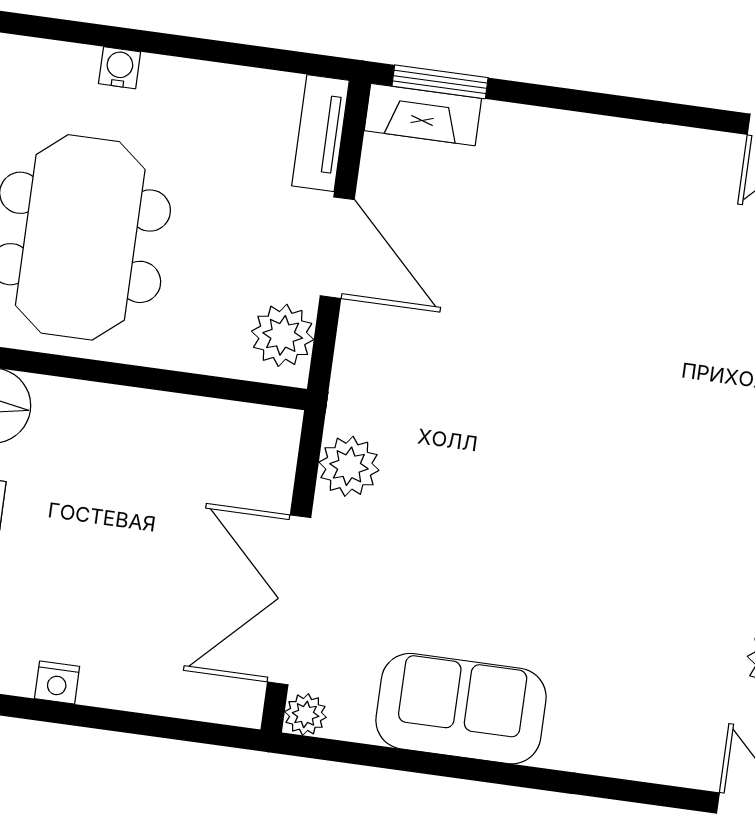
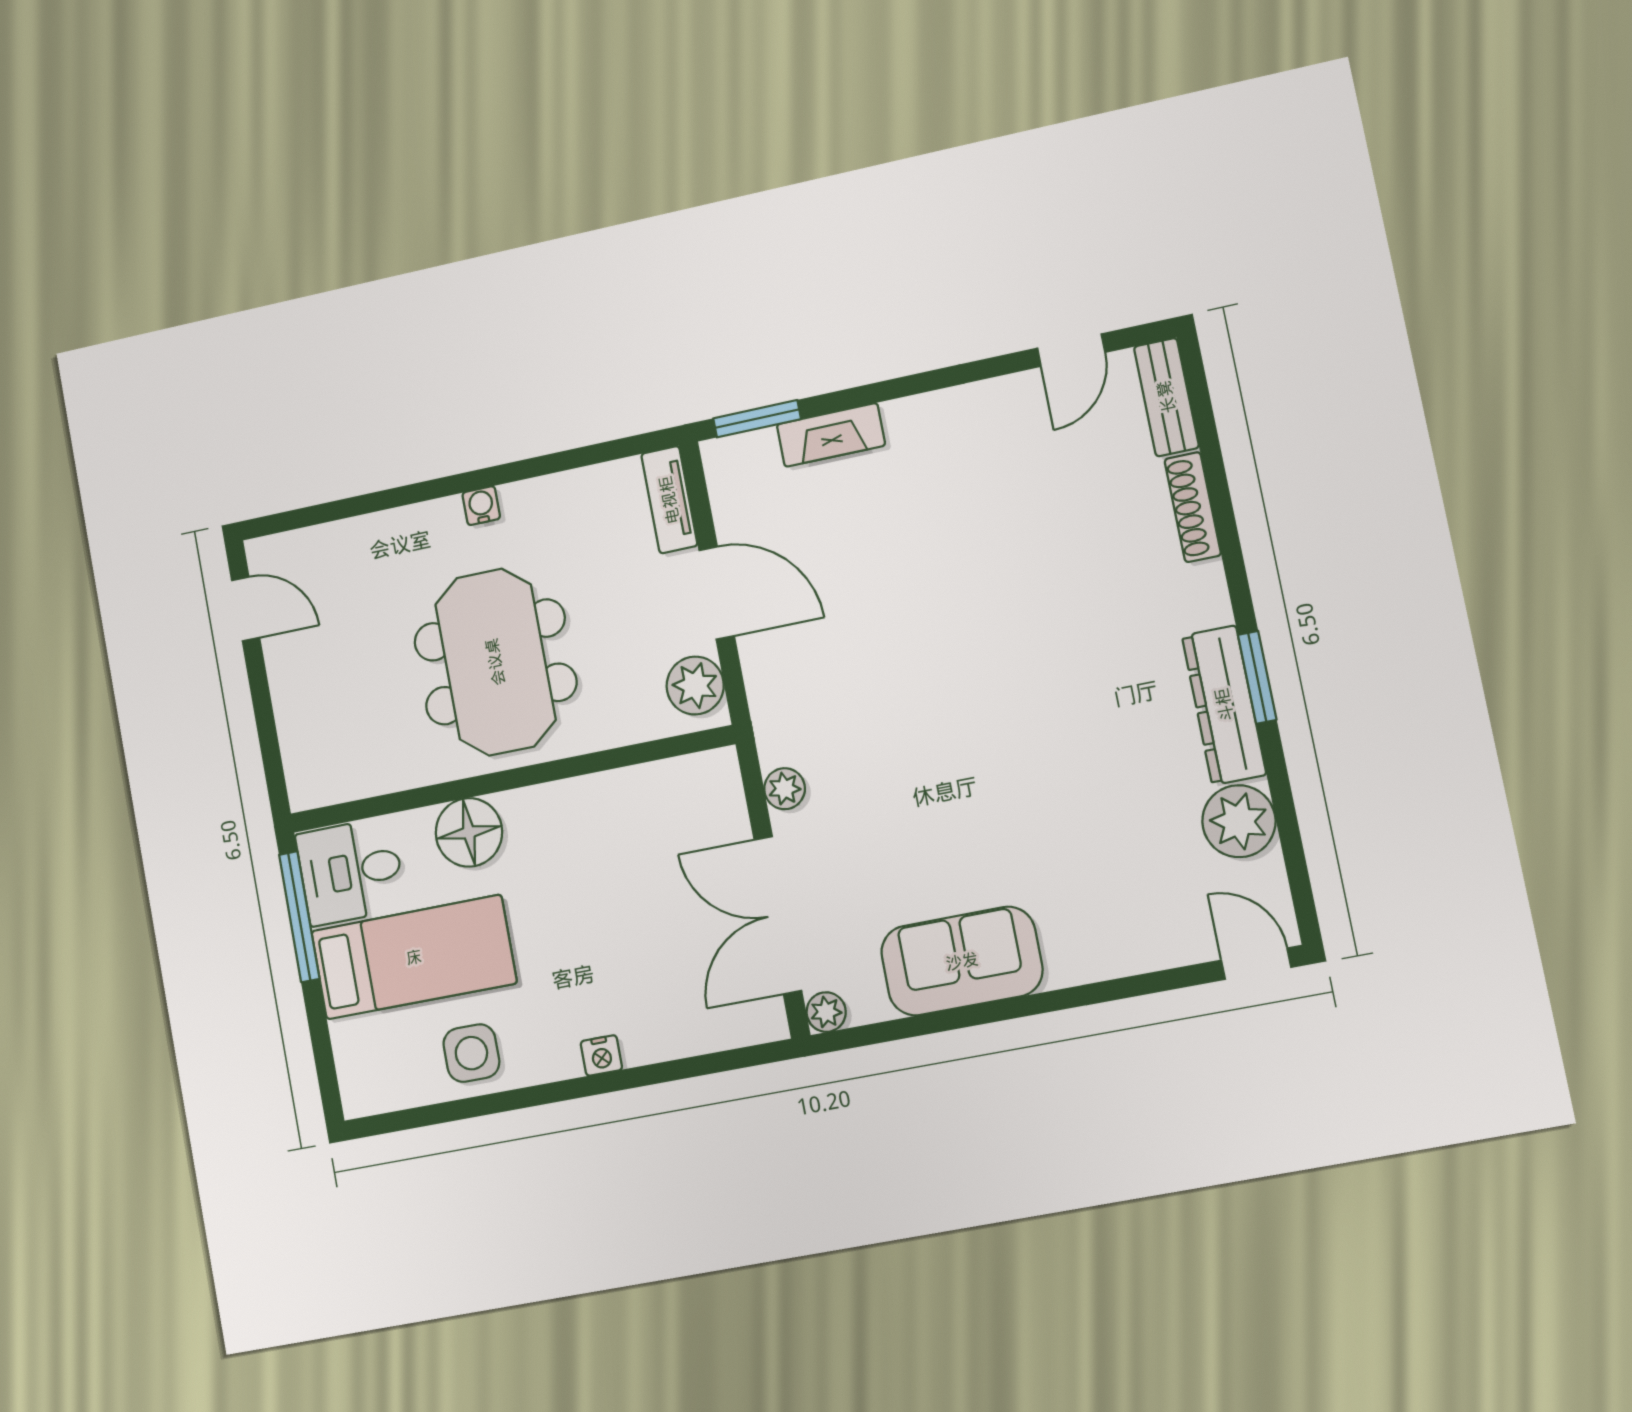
fireplace: (423, 115) -> (831, 435), moved
plant: (349, 466) -> (785, 789), width x0.73, depth x0.73

